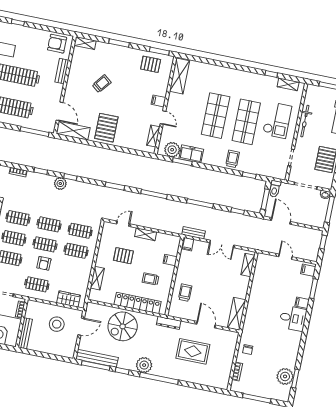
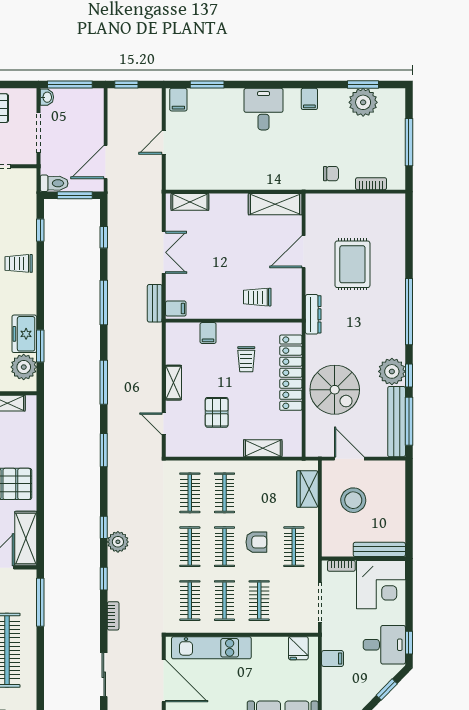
filing cabinet: (302, 303) -> (309, 99), moved
plant: (144, 365) -> (392, 371), moved

